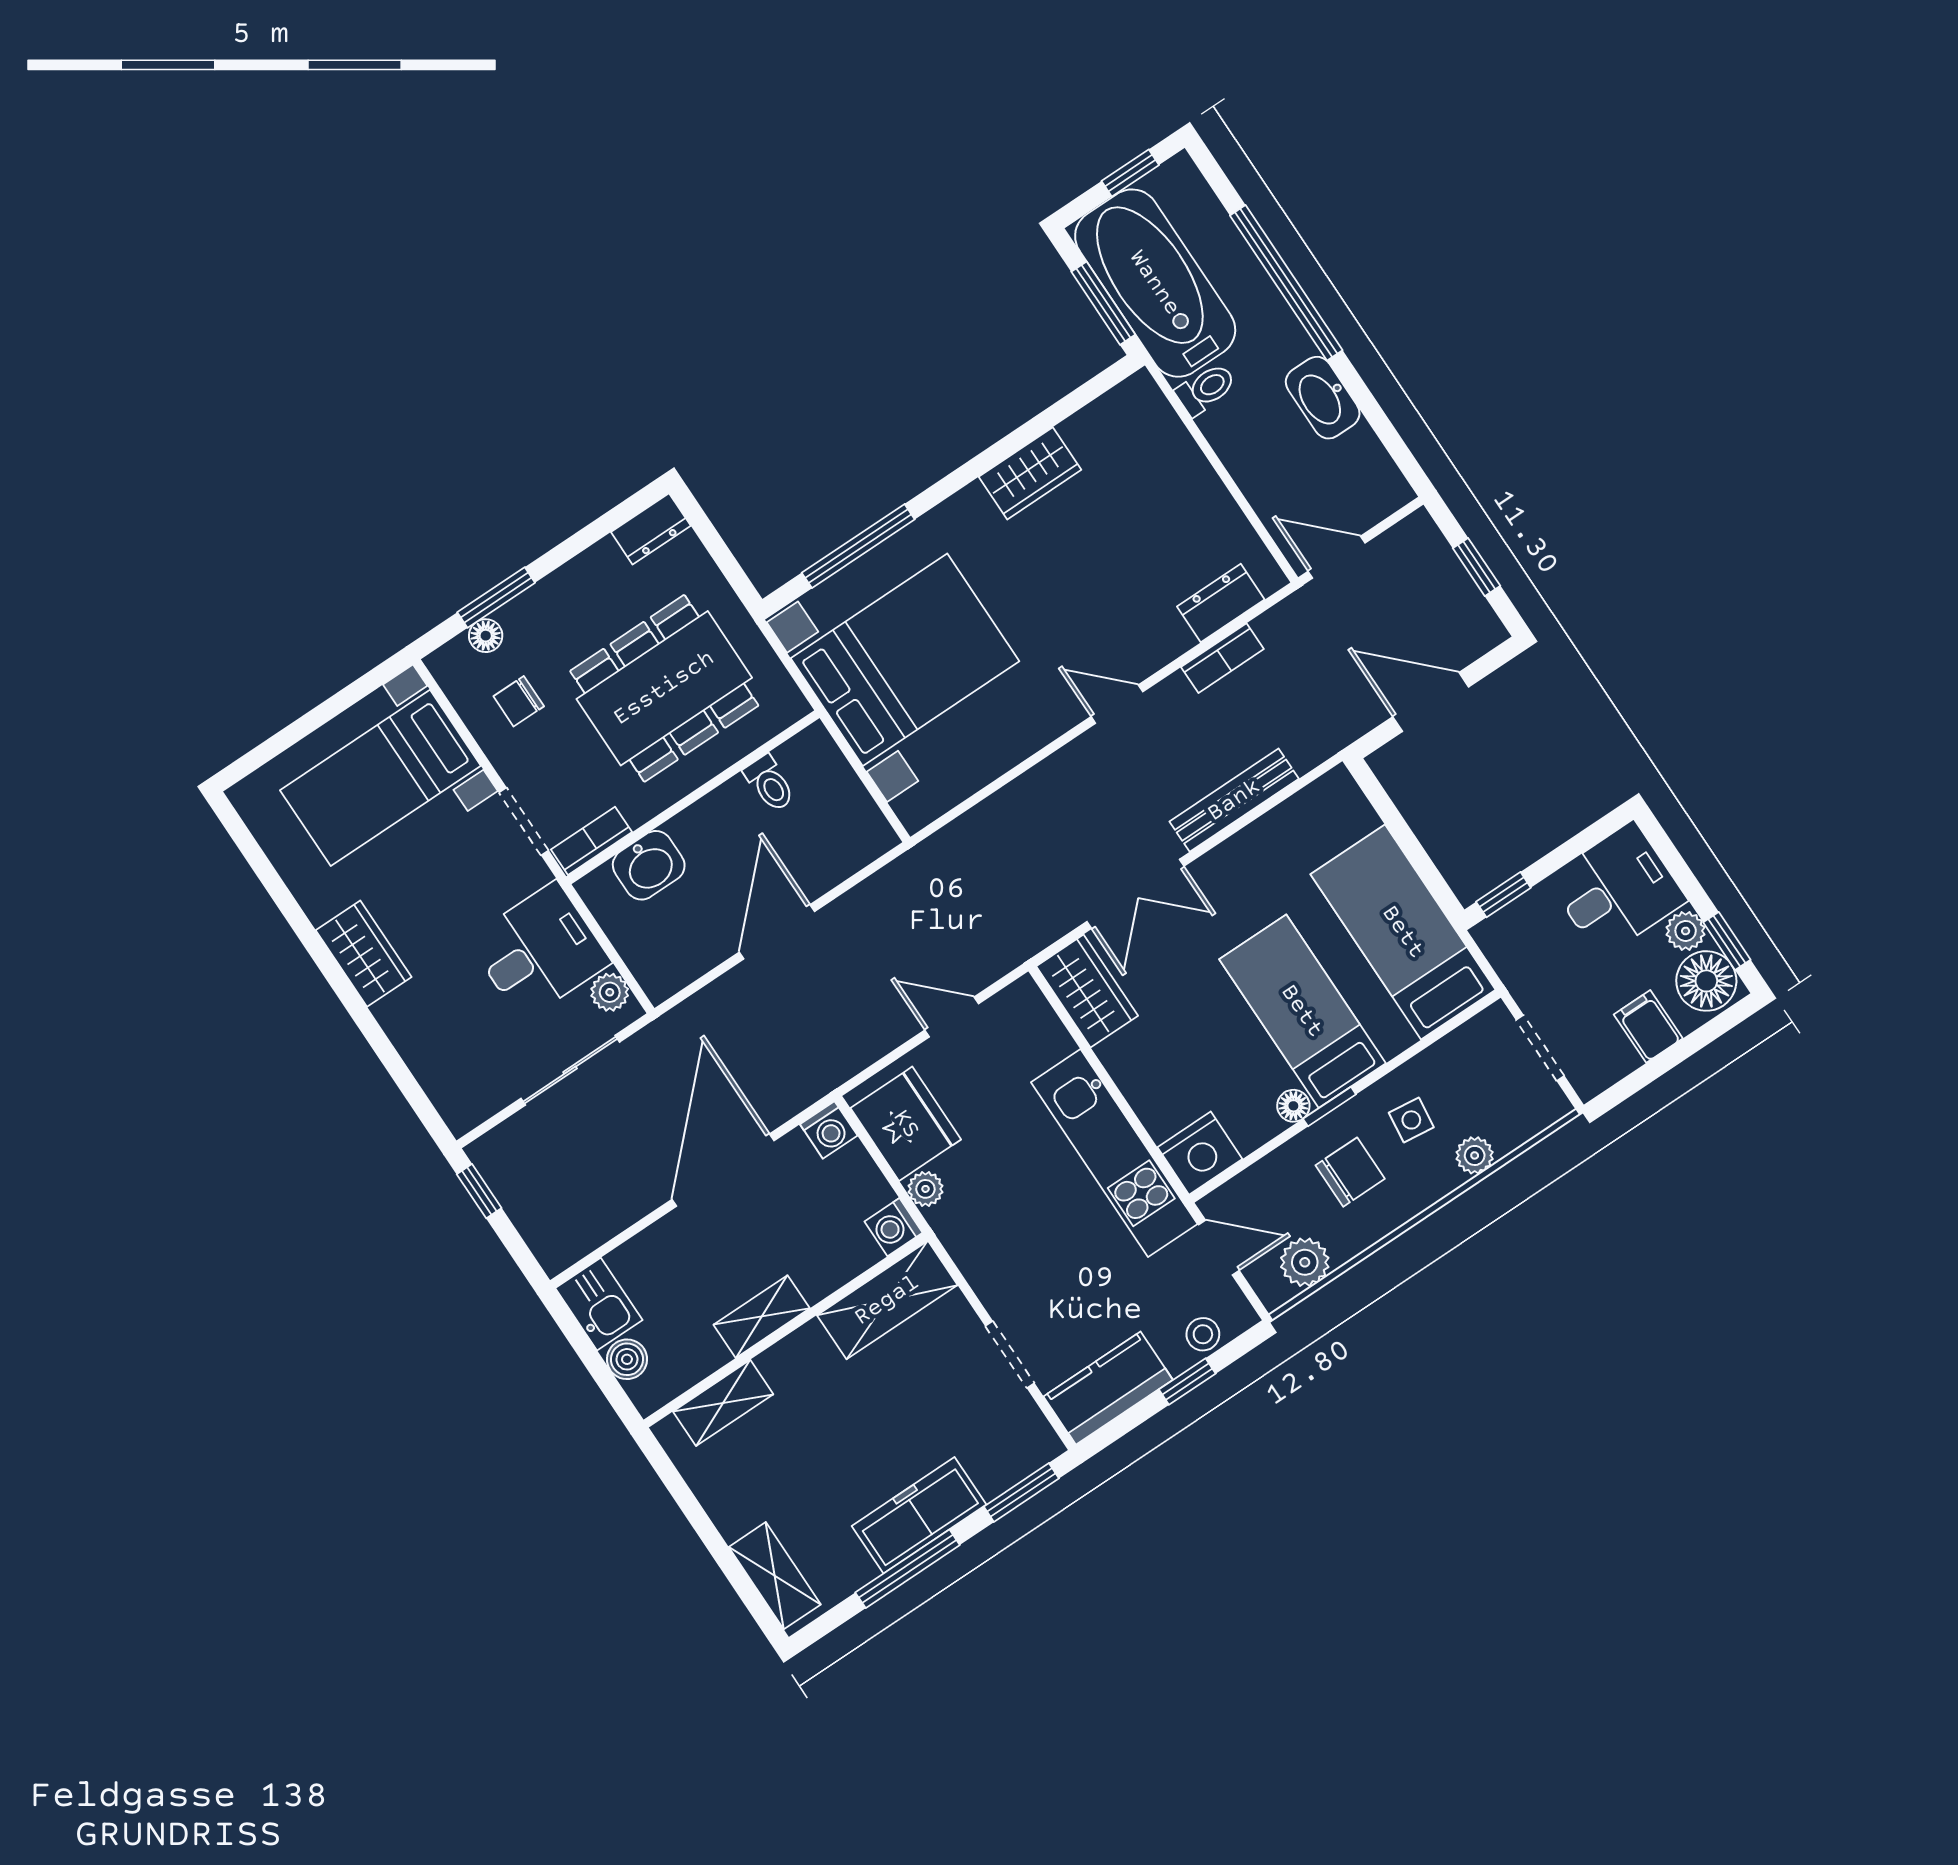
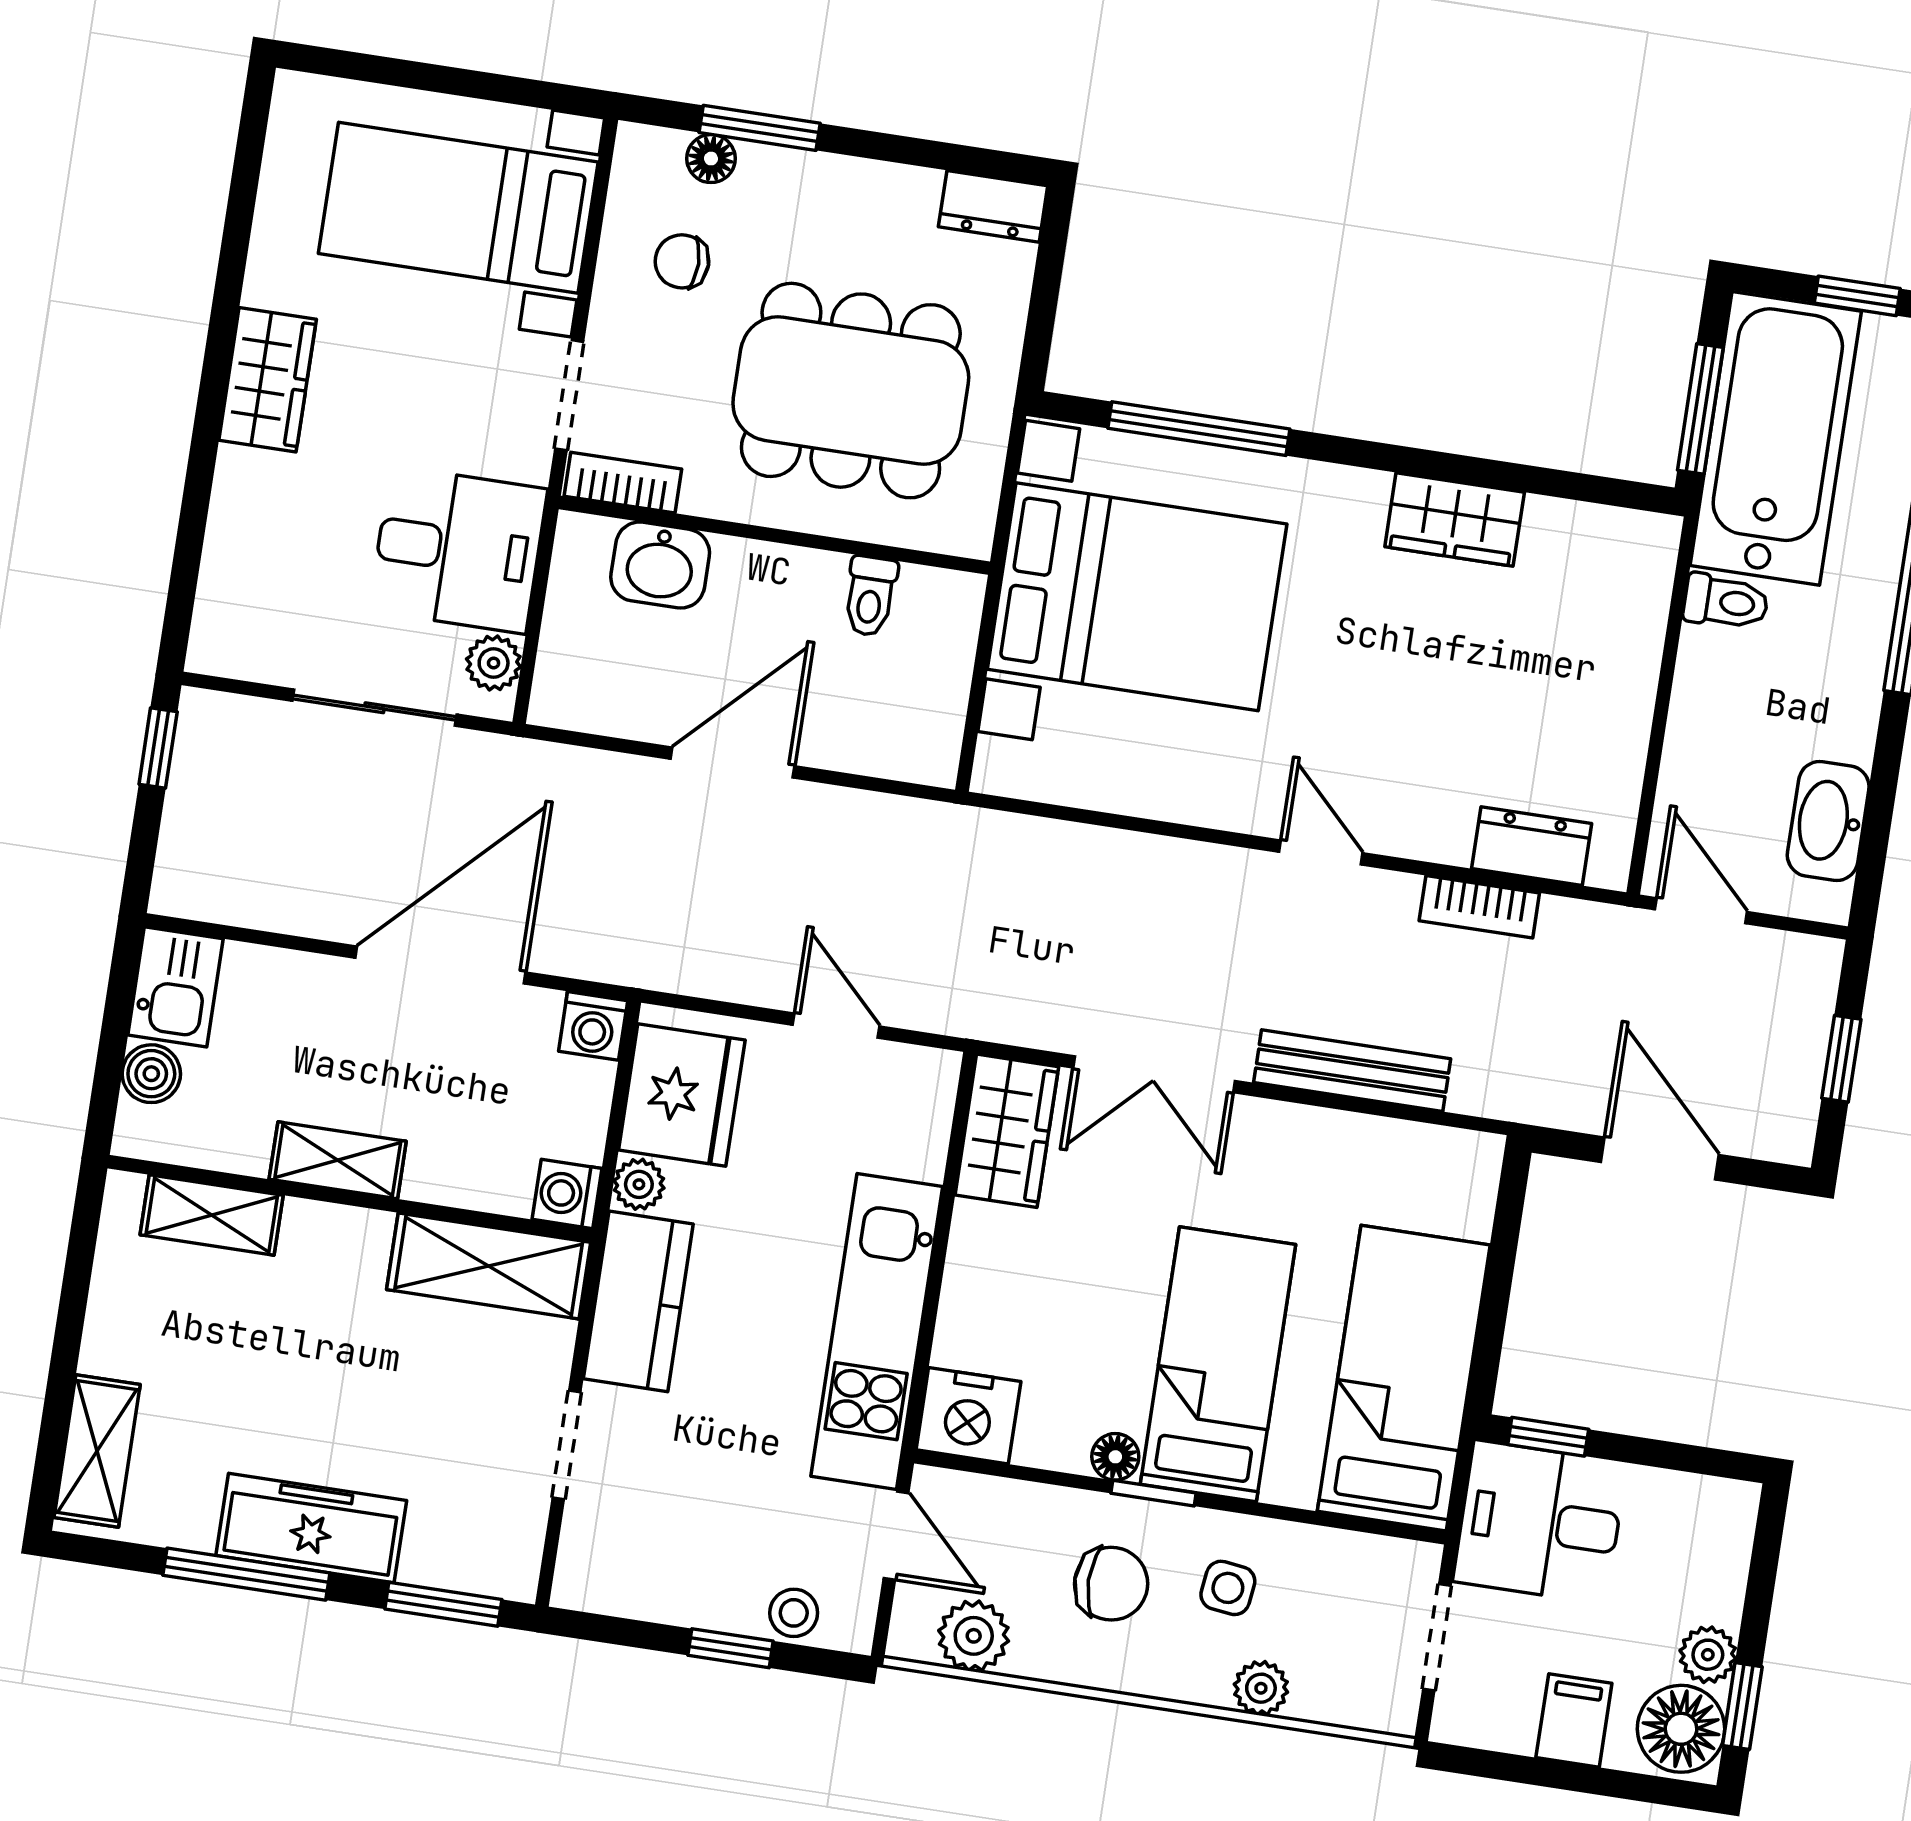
washbasin: (1323, 398) -> (1828, 821), moved
desk: (1617, 889) -> (1540, 1522), moved, turned 180
kitchen counter: (1108, 1388) -> (638, 1301), moved, turned 90

